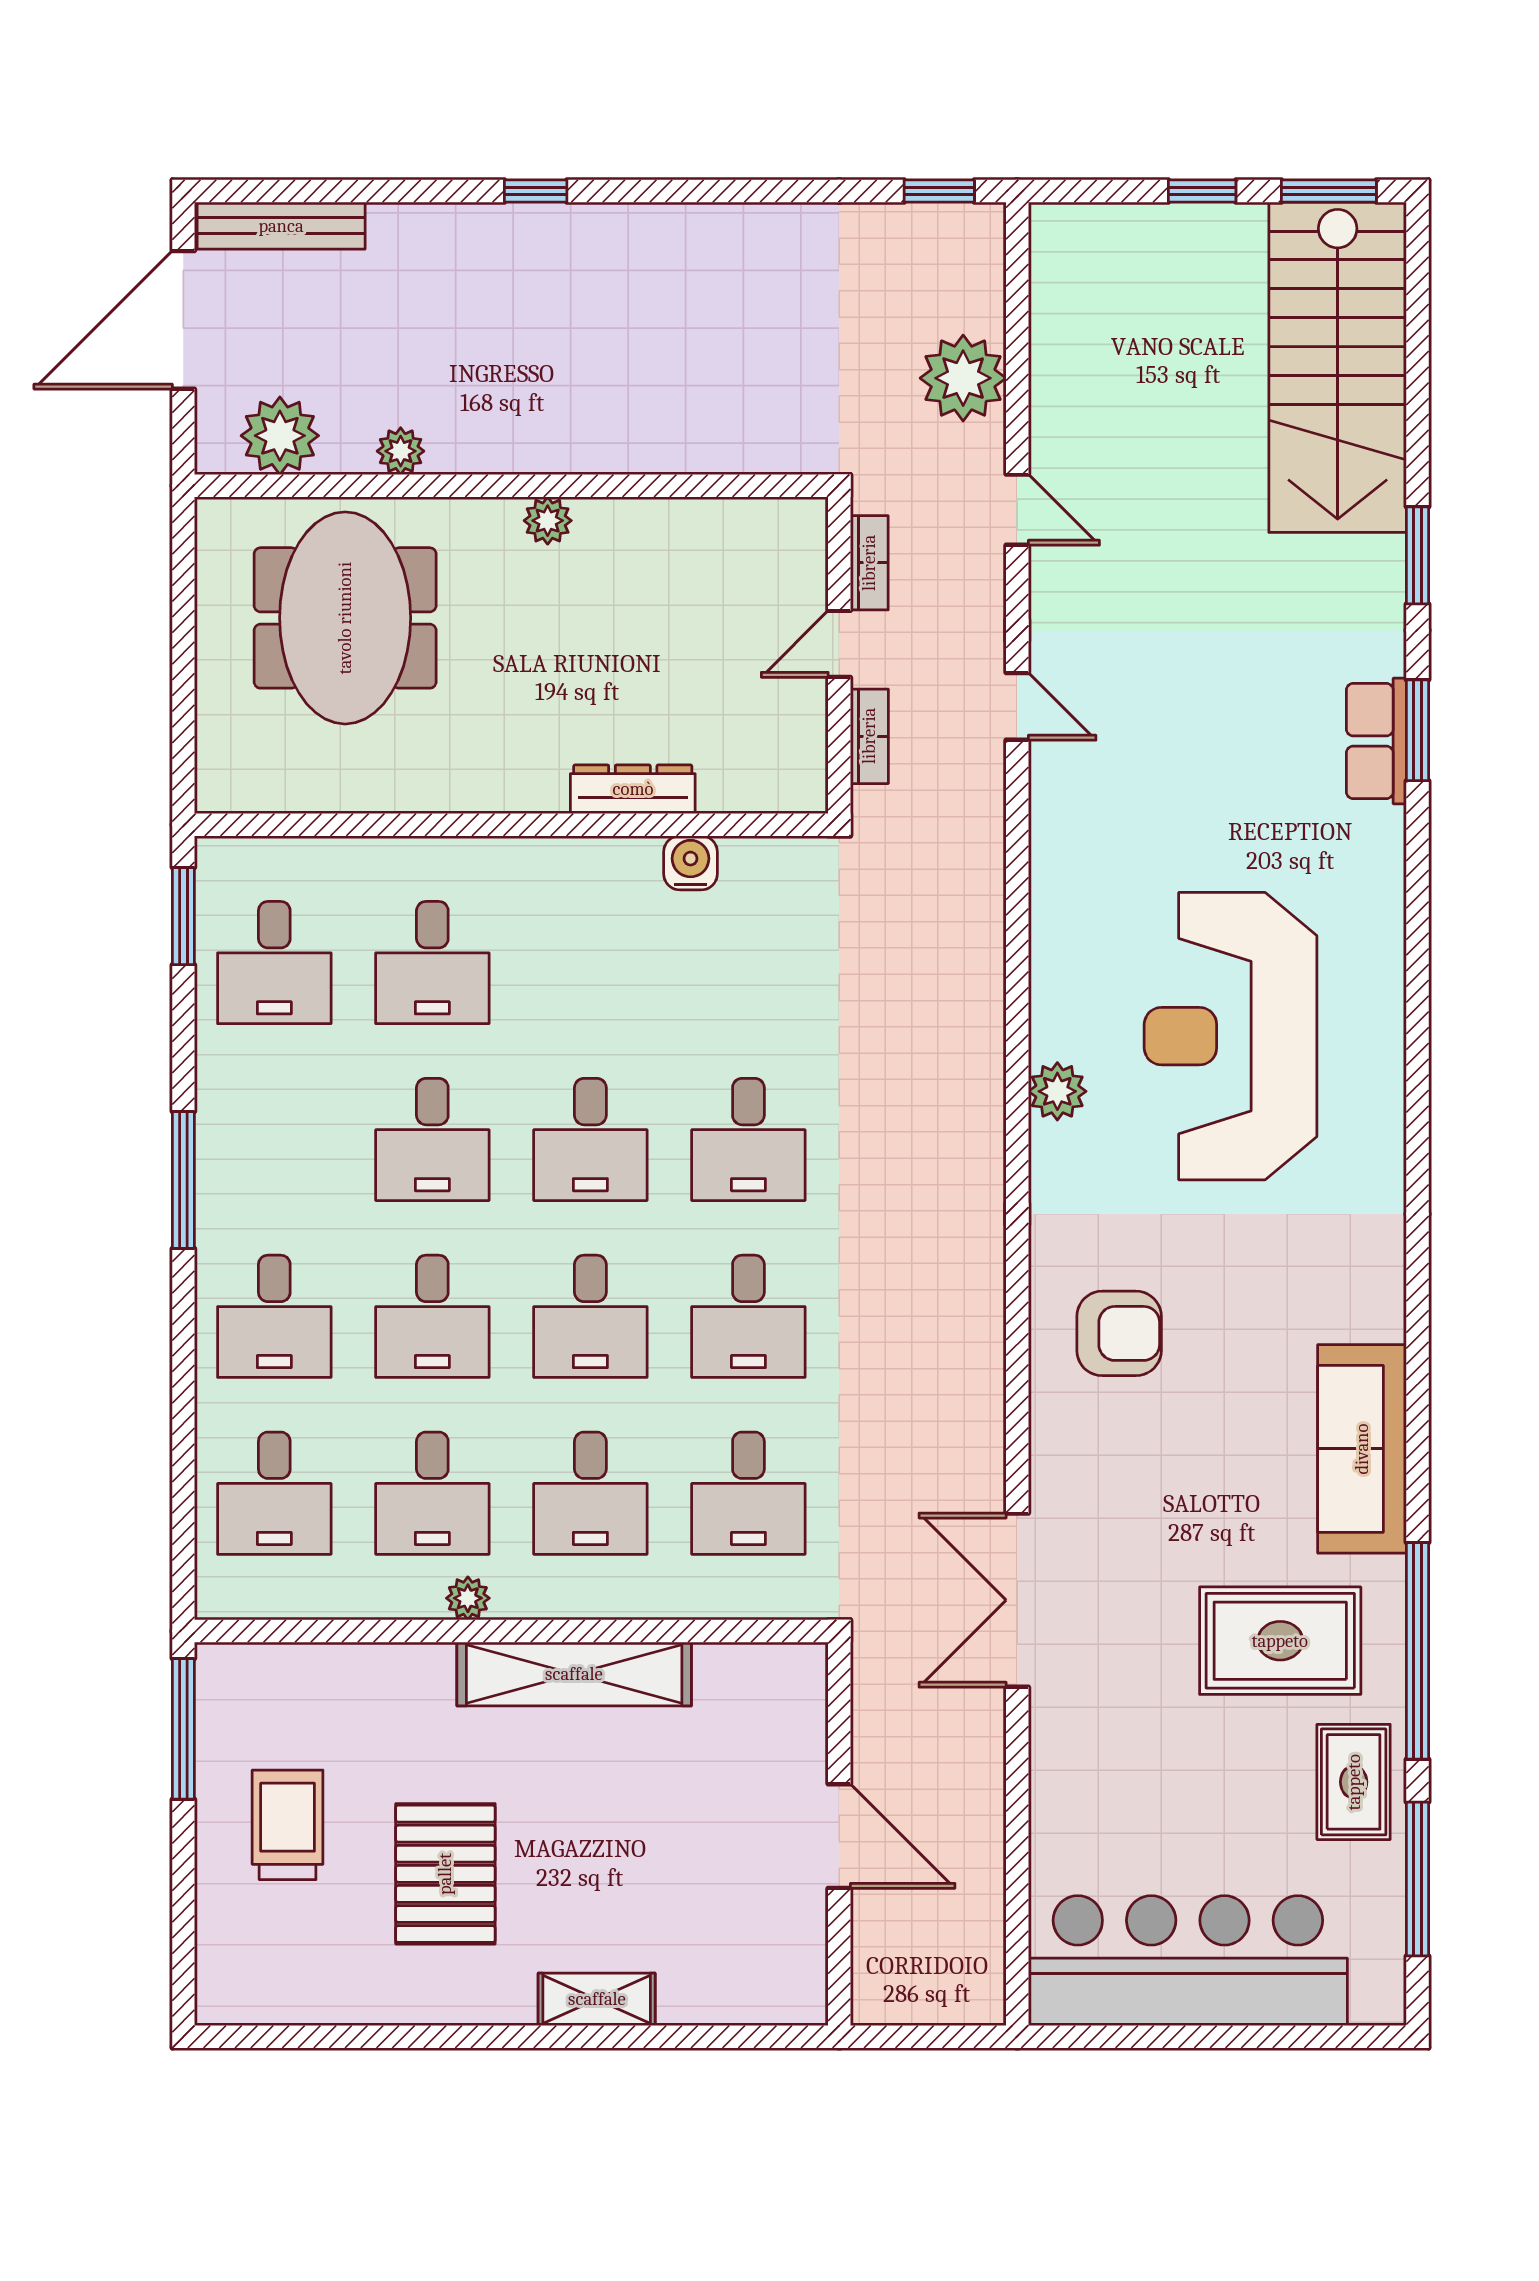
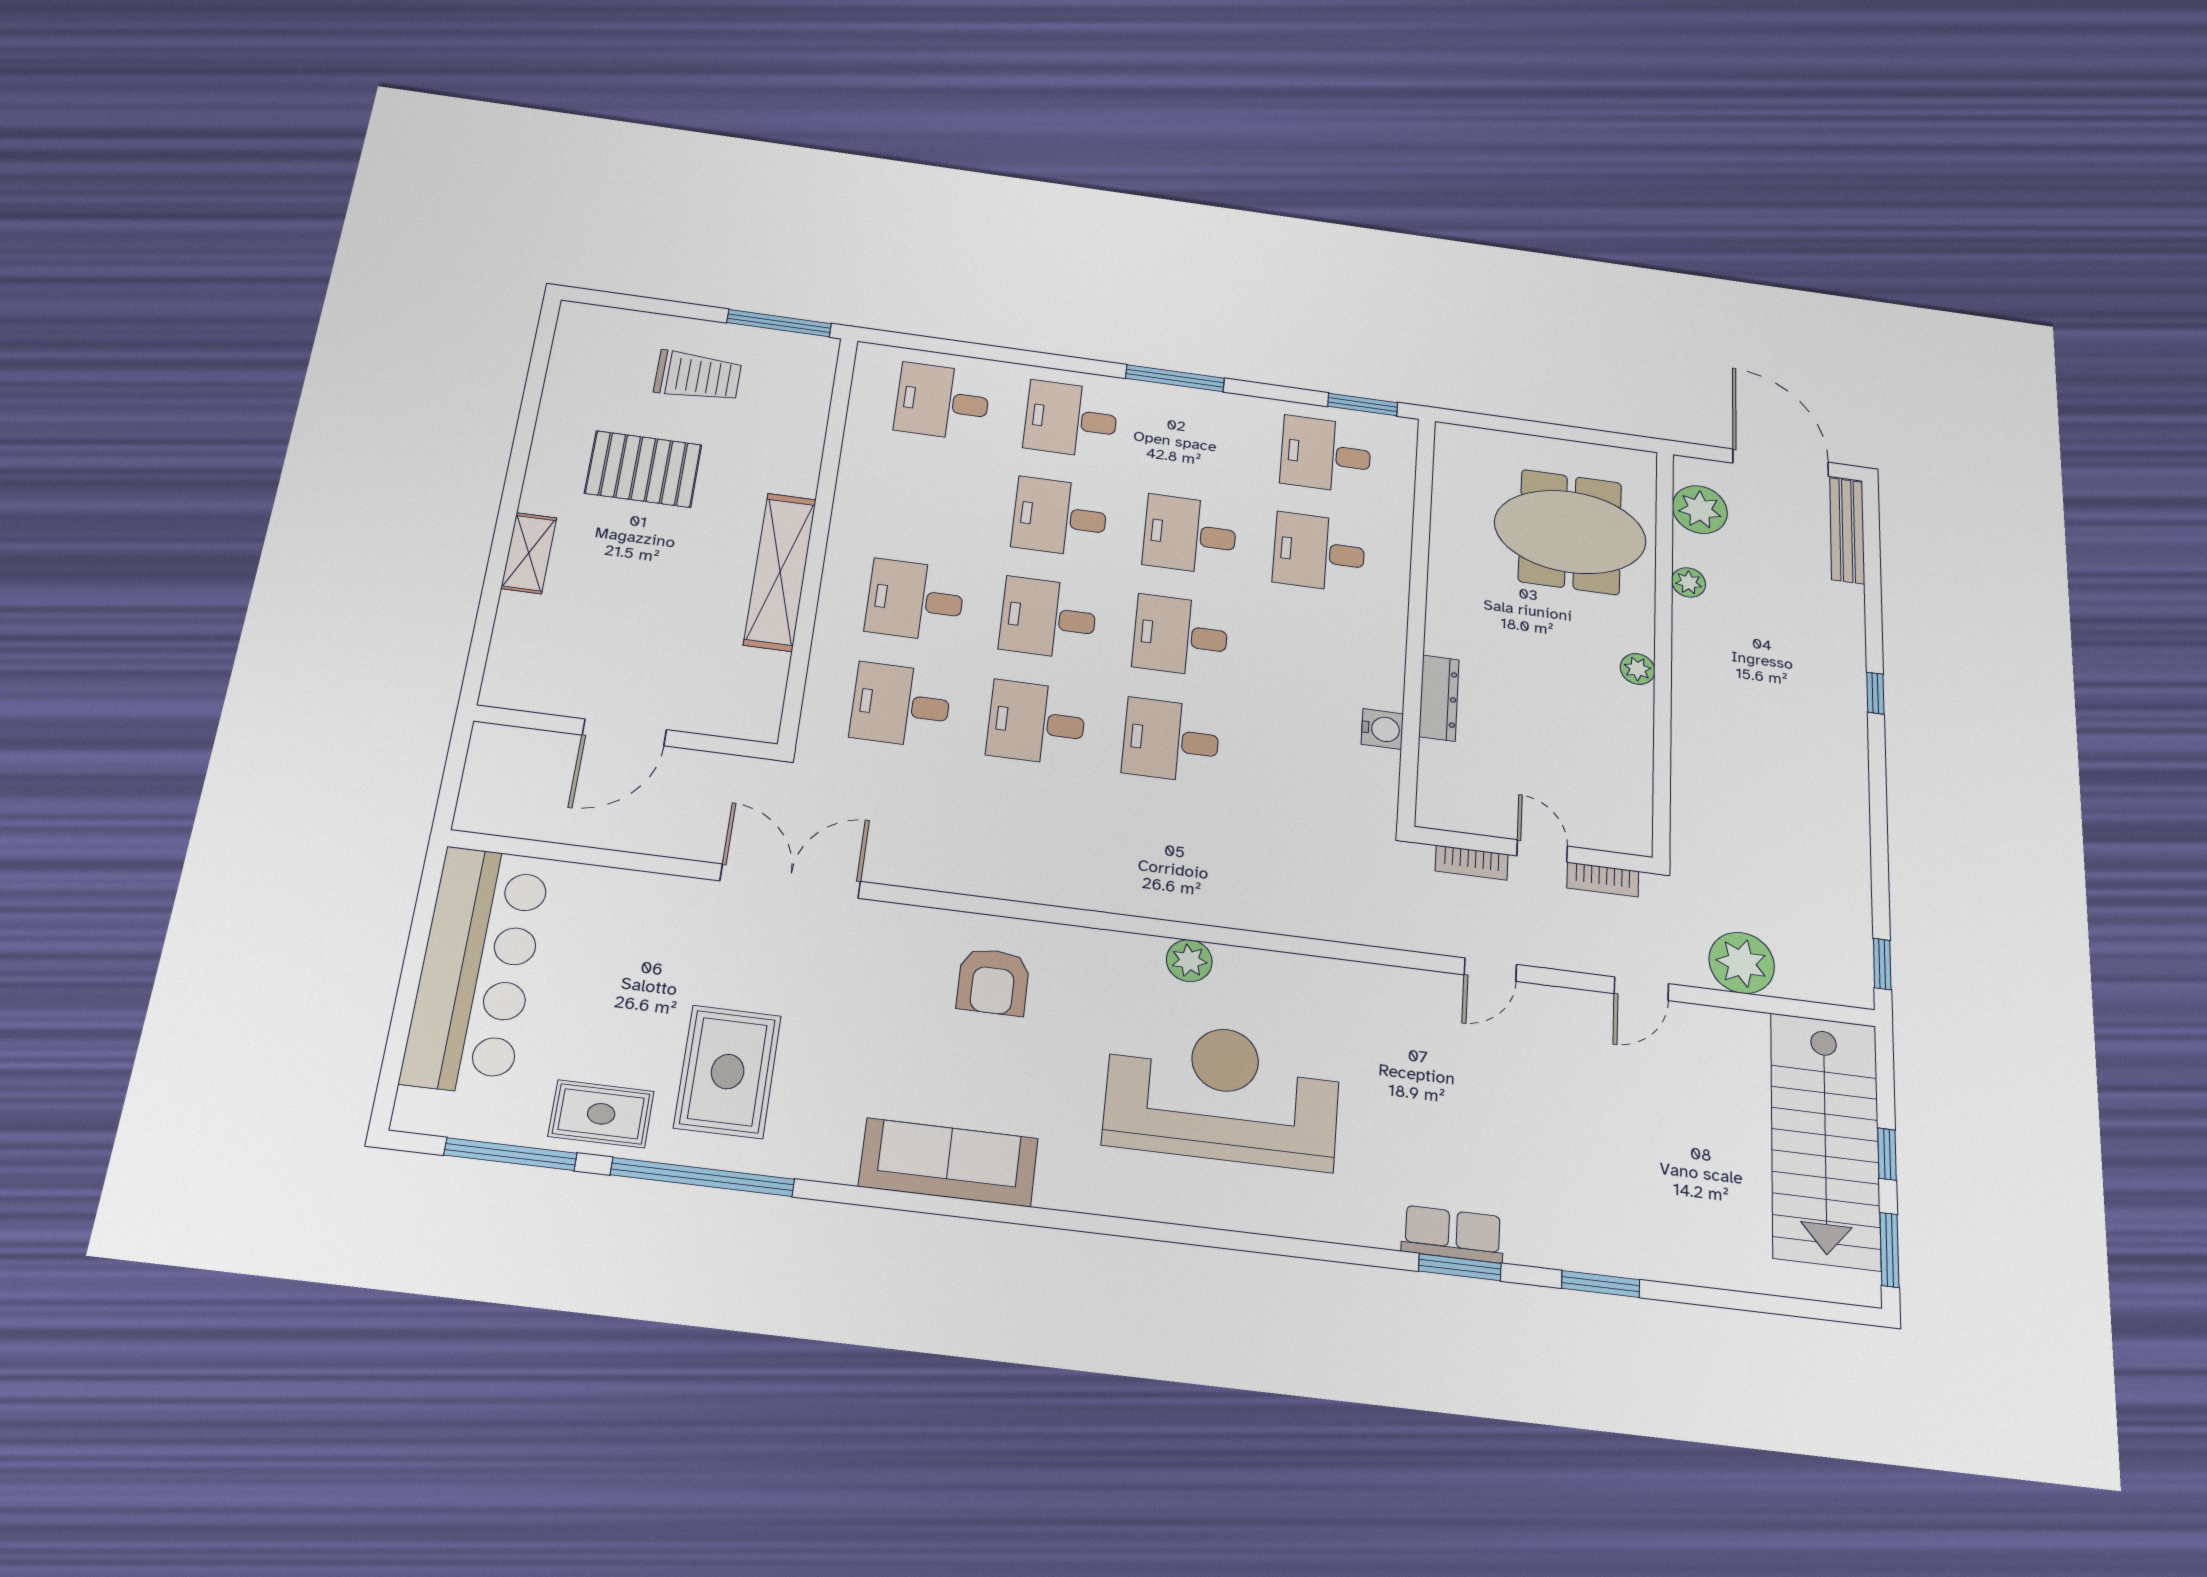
stairs: (1338, 367) -> (1825, 1140), moved, turned -90
sofa: (1362, 1449) -> (948, 1162), moved
desk: (432, 1493) -> (929, 499), removed
plant: (468, 1598) -> (848, 511), removed

